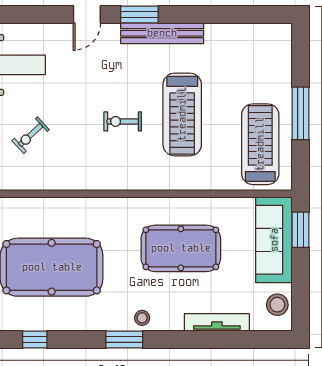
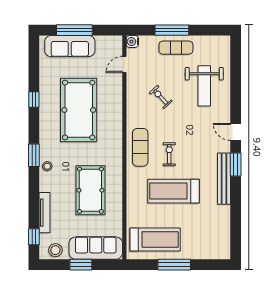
exercise mat: (112, 168) -> (140, 147), added
window: (301, 230) -> (81, 265), moved
window: (256, 340) -> (34, 237), added

